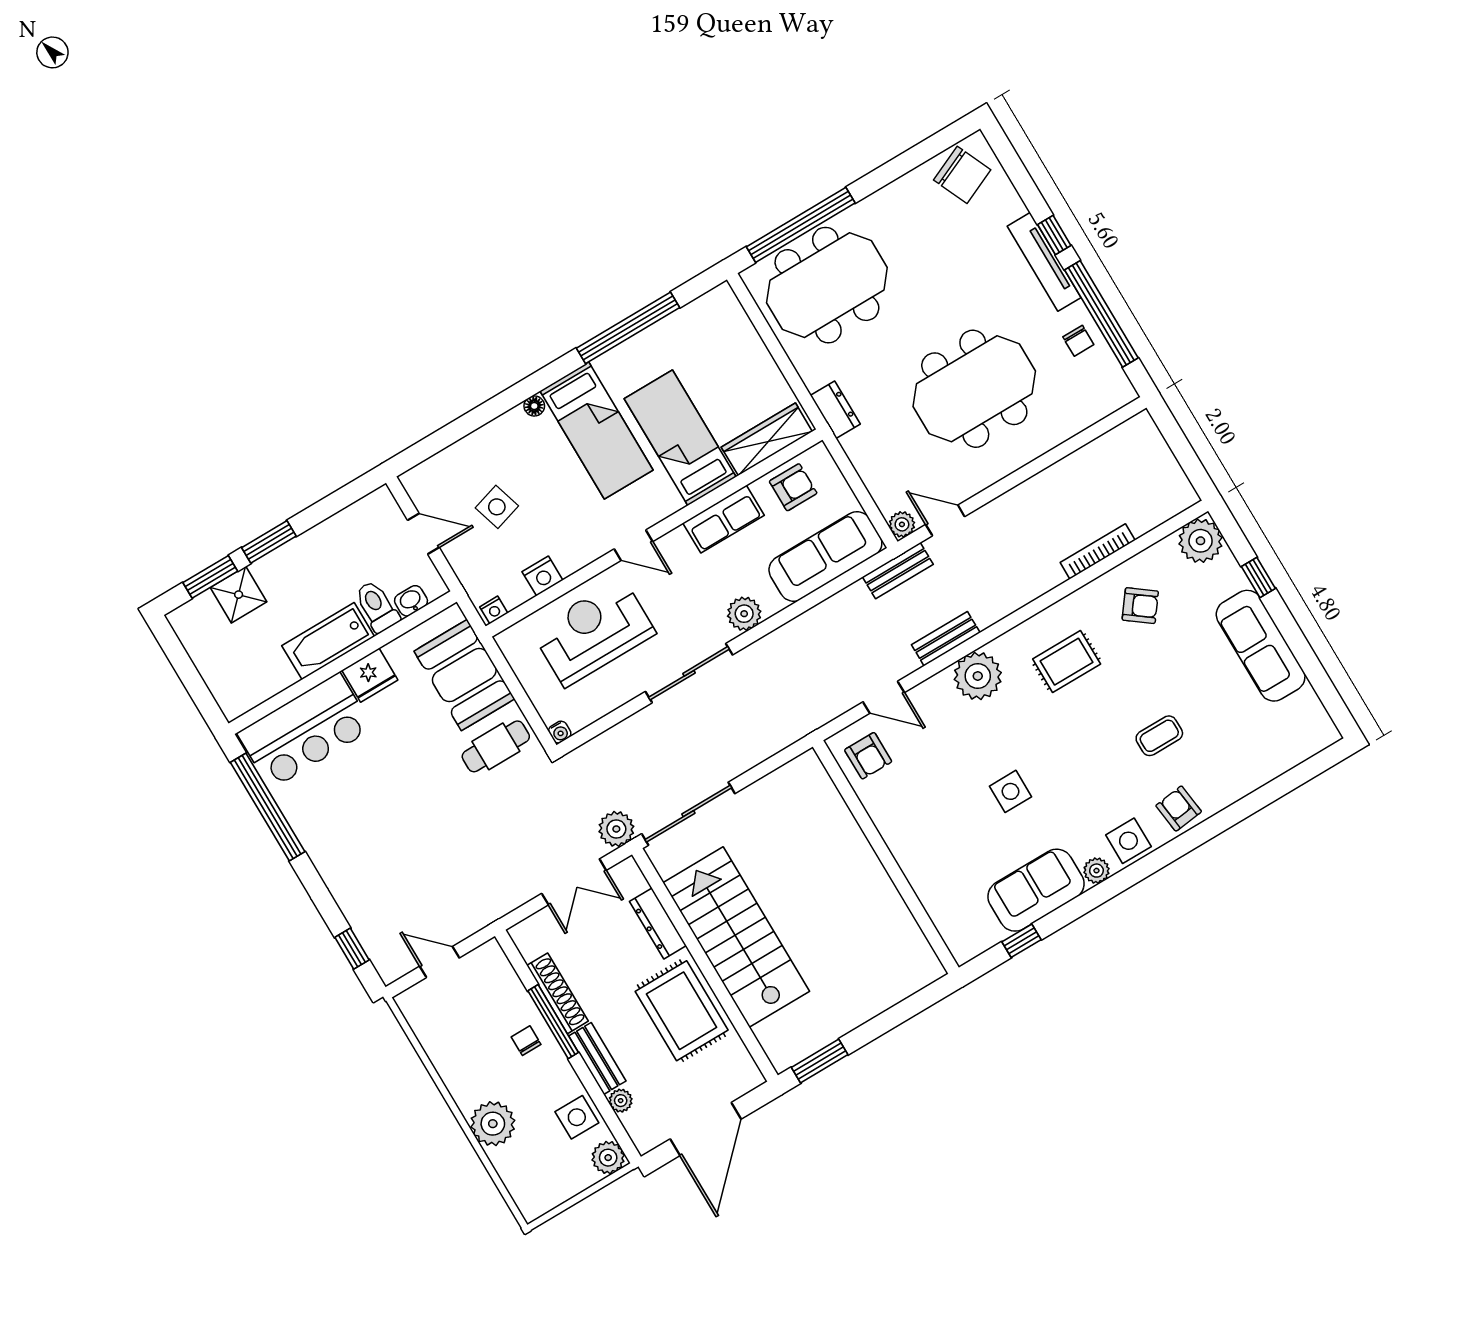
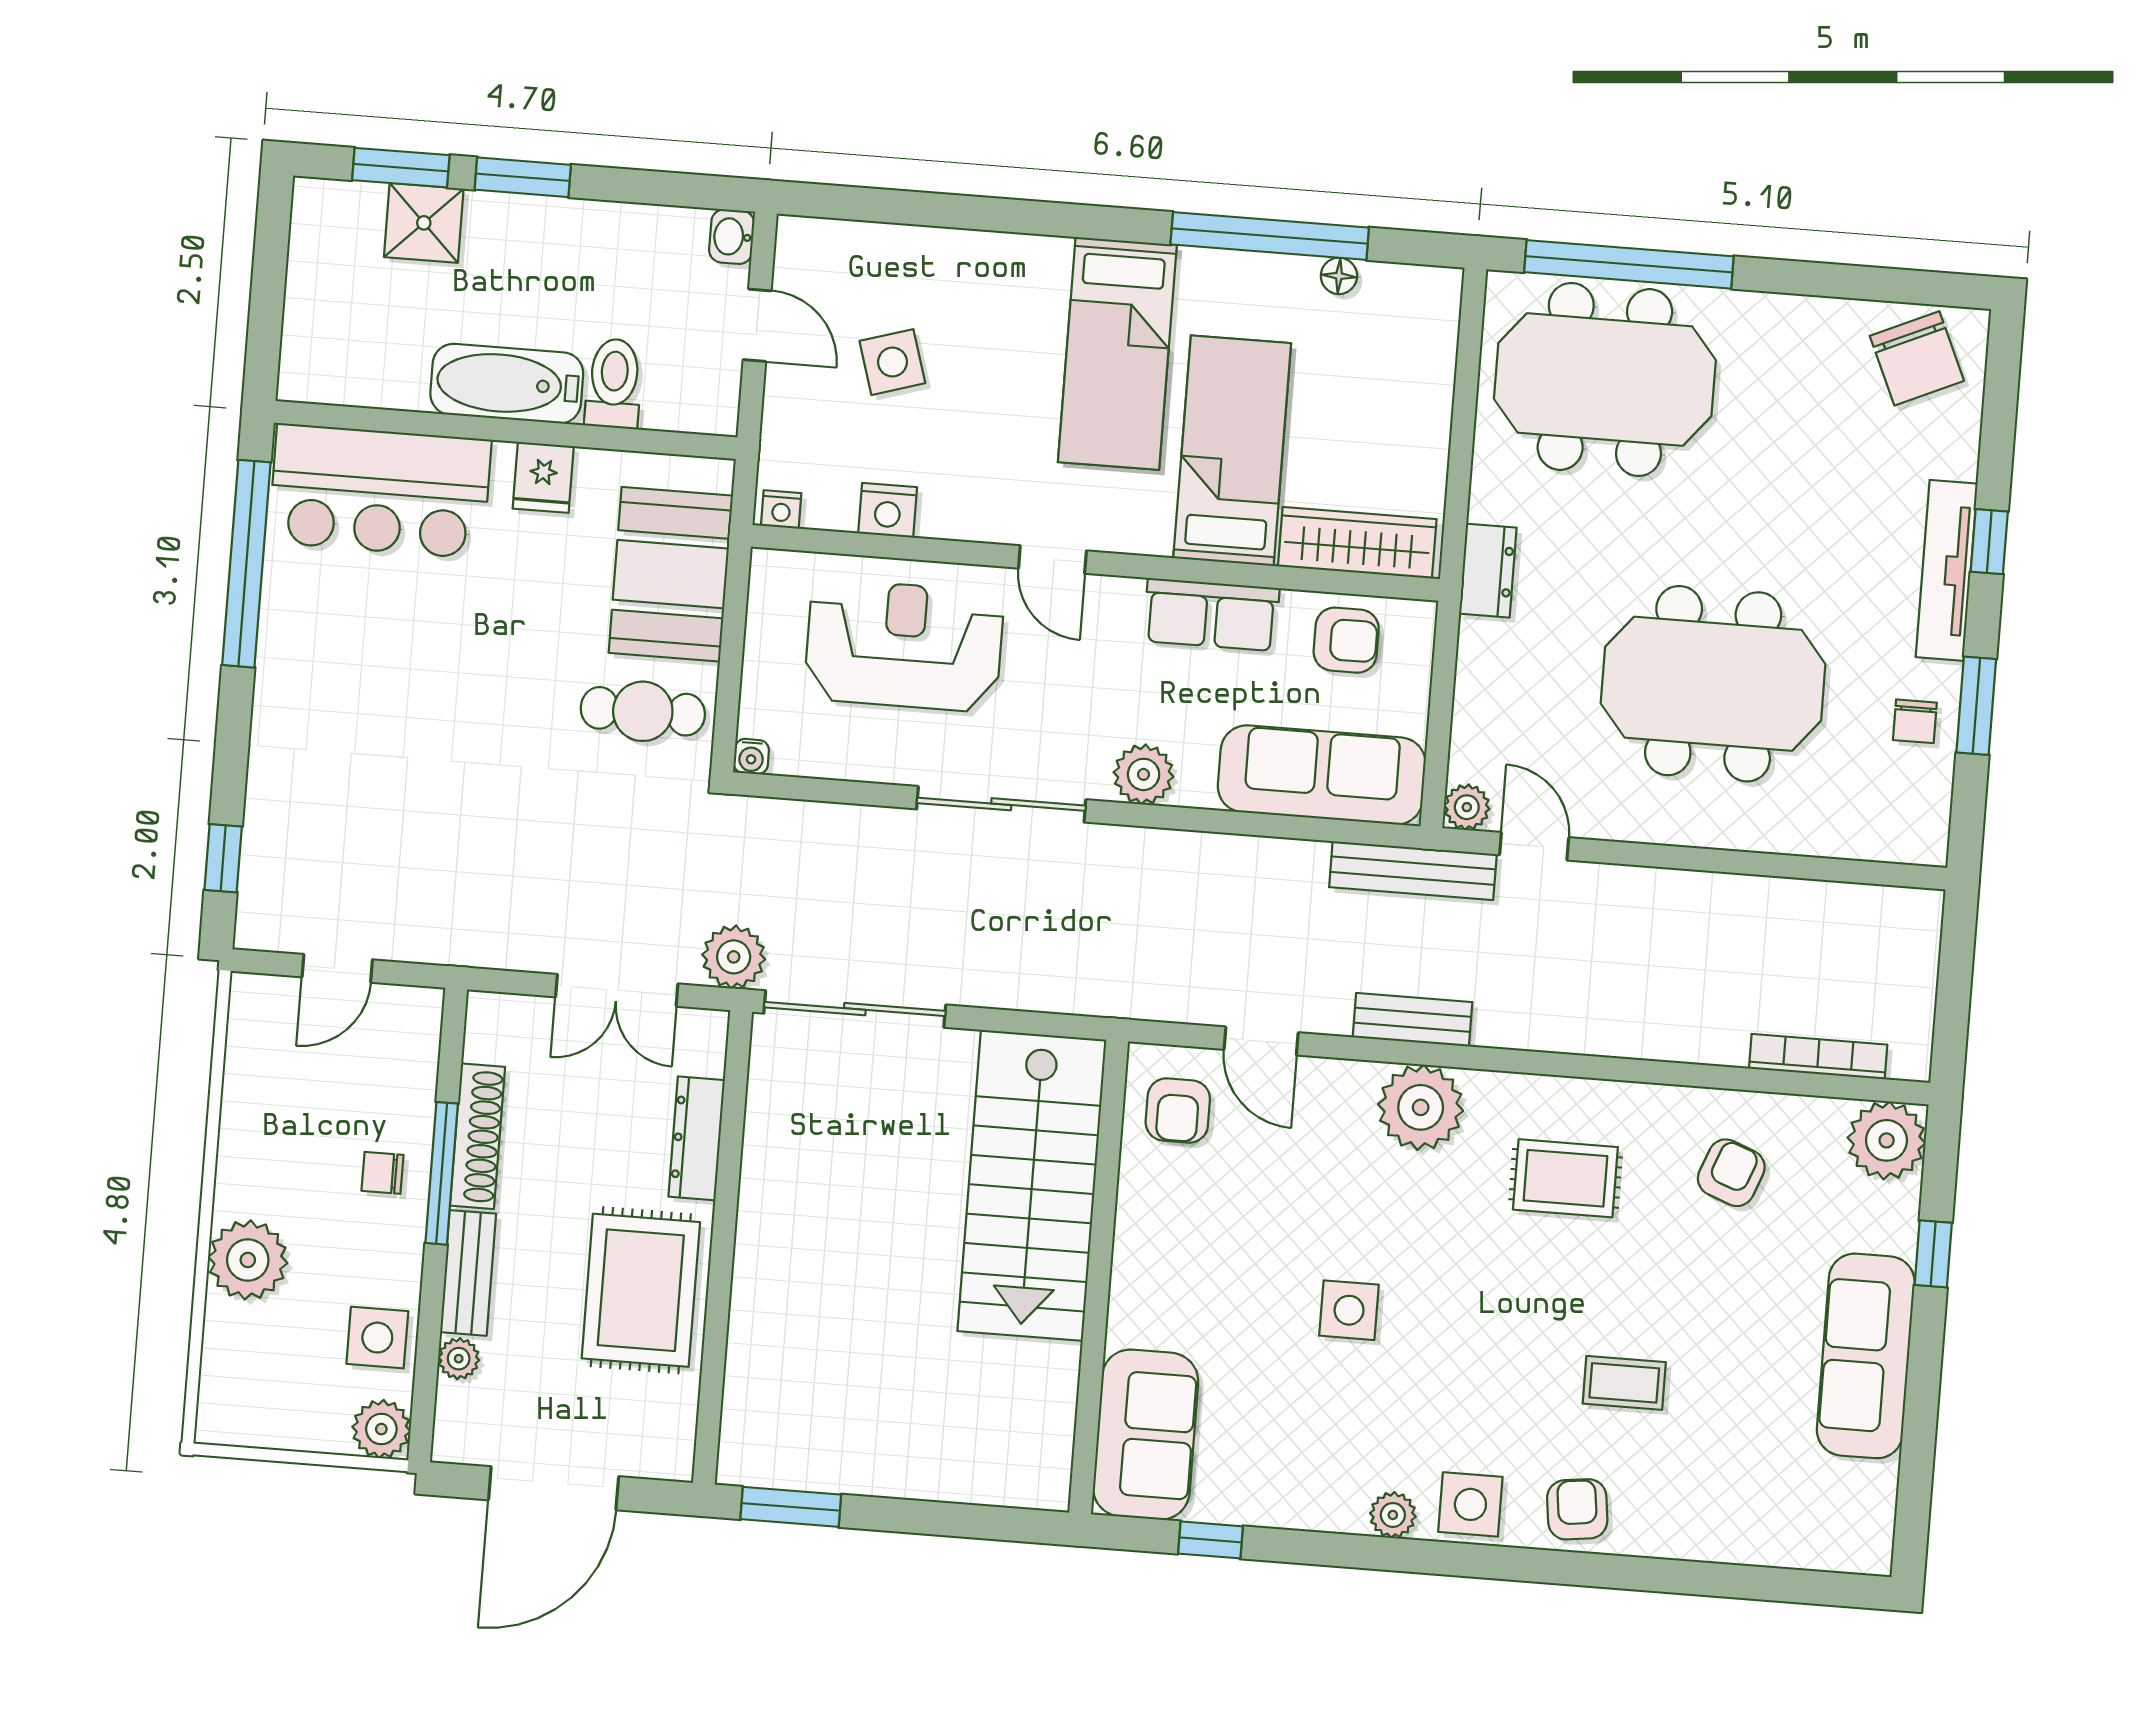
window: (1101, 314) -> (1976, 706), width x0.47
floor lamp: (534, 406) -> (1339, 276), moved
bookcase: (1098, 551) -> (1818, 1057), moved
bench: (898, 571) -> (1413, 871), width x1.36
washbasin: (411, 601) -> (732, 237), moved, turned -90
armchair: (1140, 606) -> (1731, 1173), turned -106
fridge: (370, 675) -> (543, 477), width x0.72
sofa: (1036, 890) -> (1146, 1435), moved, turned 90
stairs: (736, 937) -> (1032, 1185), moved, turned 180
door: (439, 962) -> (337, 968), swing flipped
chair: (526, 1041) -> (382, 1173), turned -90

